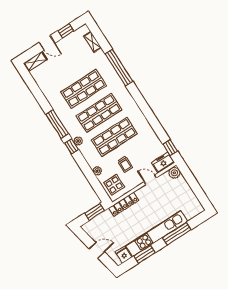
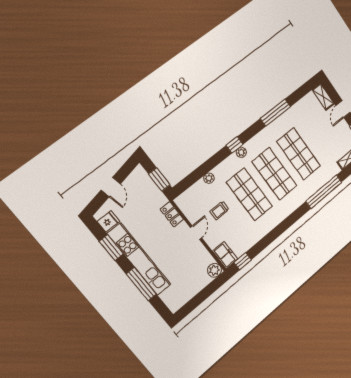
window: (57, 124) -> (275, 113), moved
door: (150, 180) -> (196, 233), moved
display table: (114, 185) -> (194, 200), removed
locker: (124, 204) -> (172, 214), width x0.66

